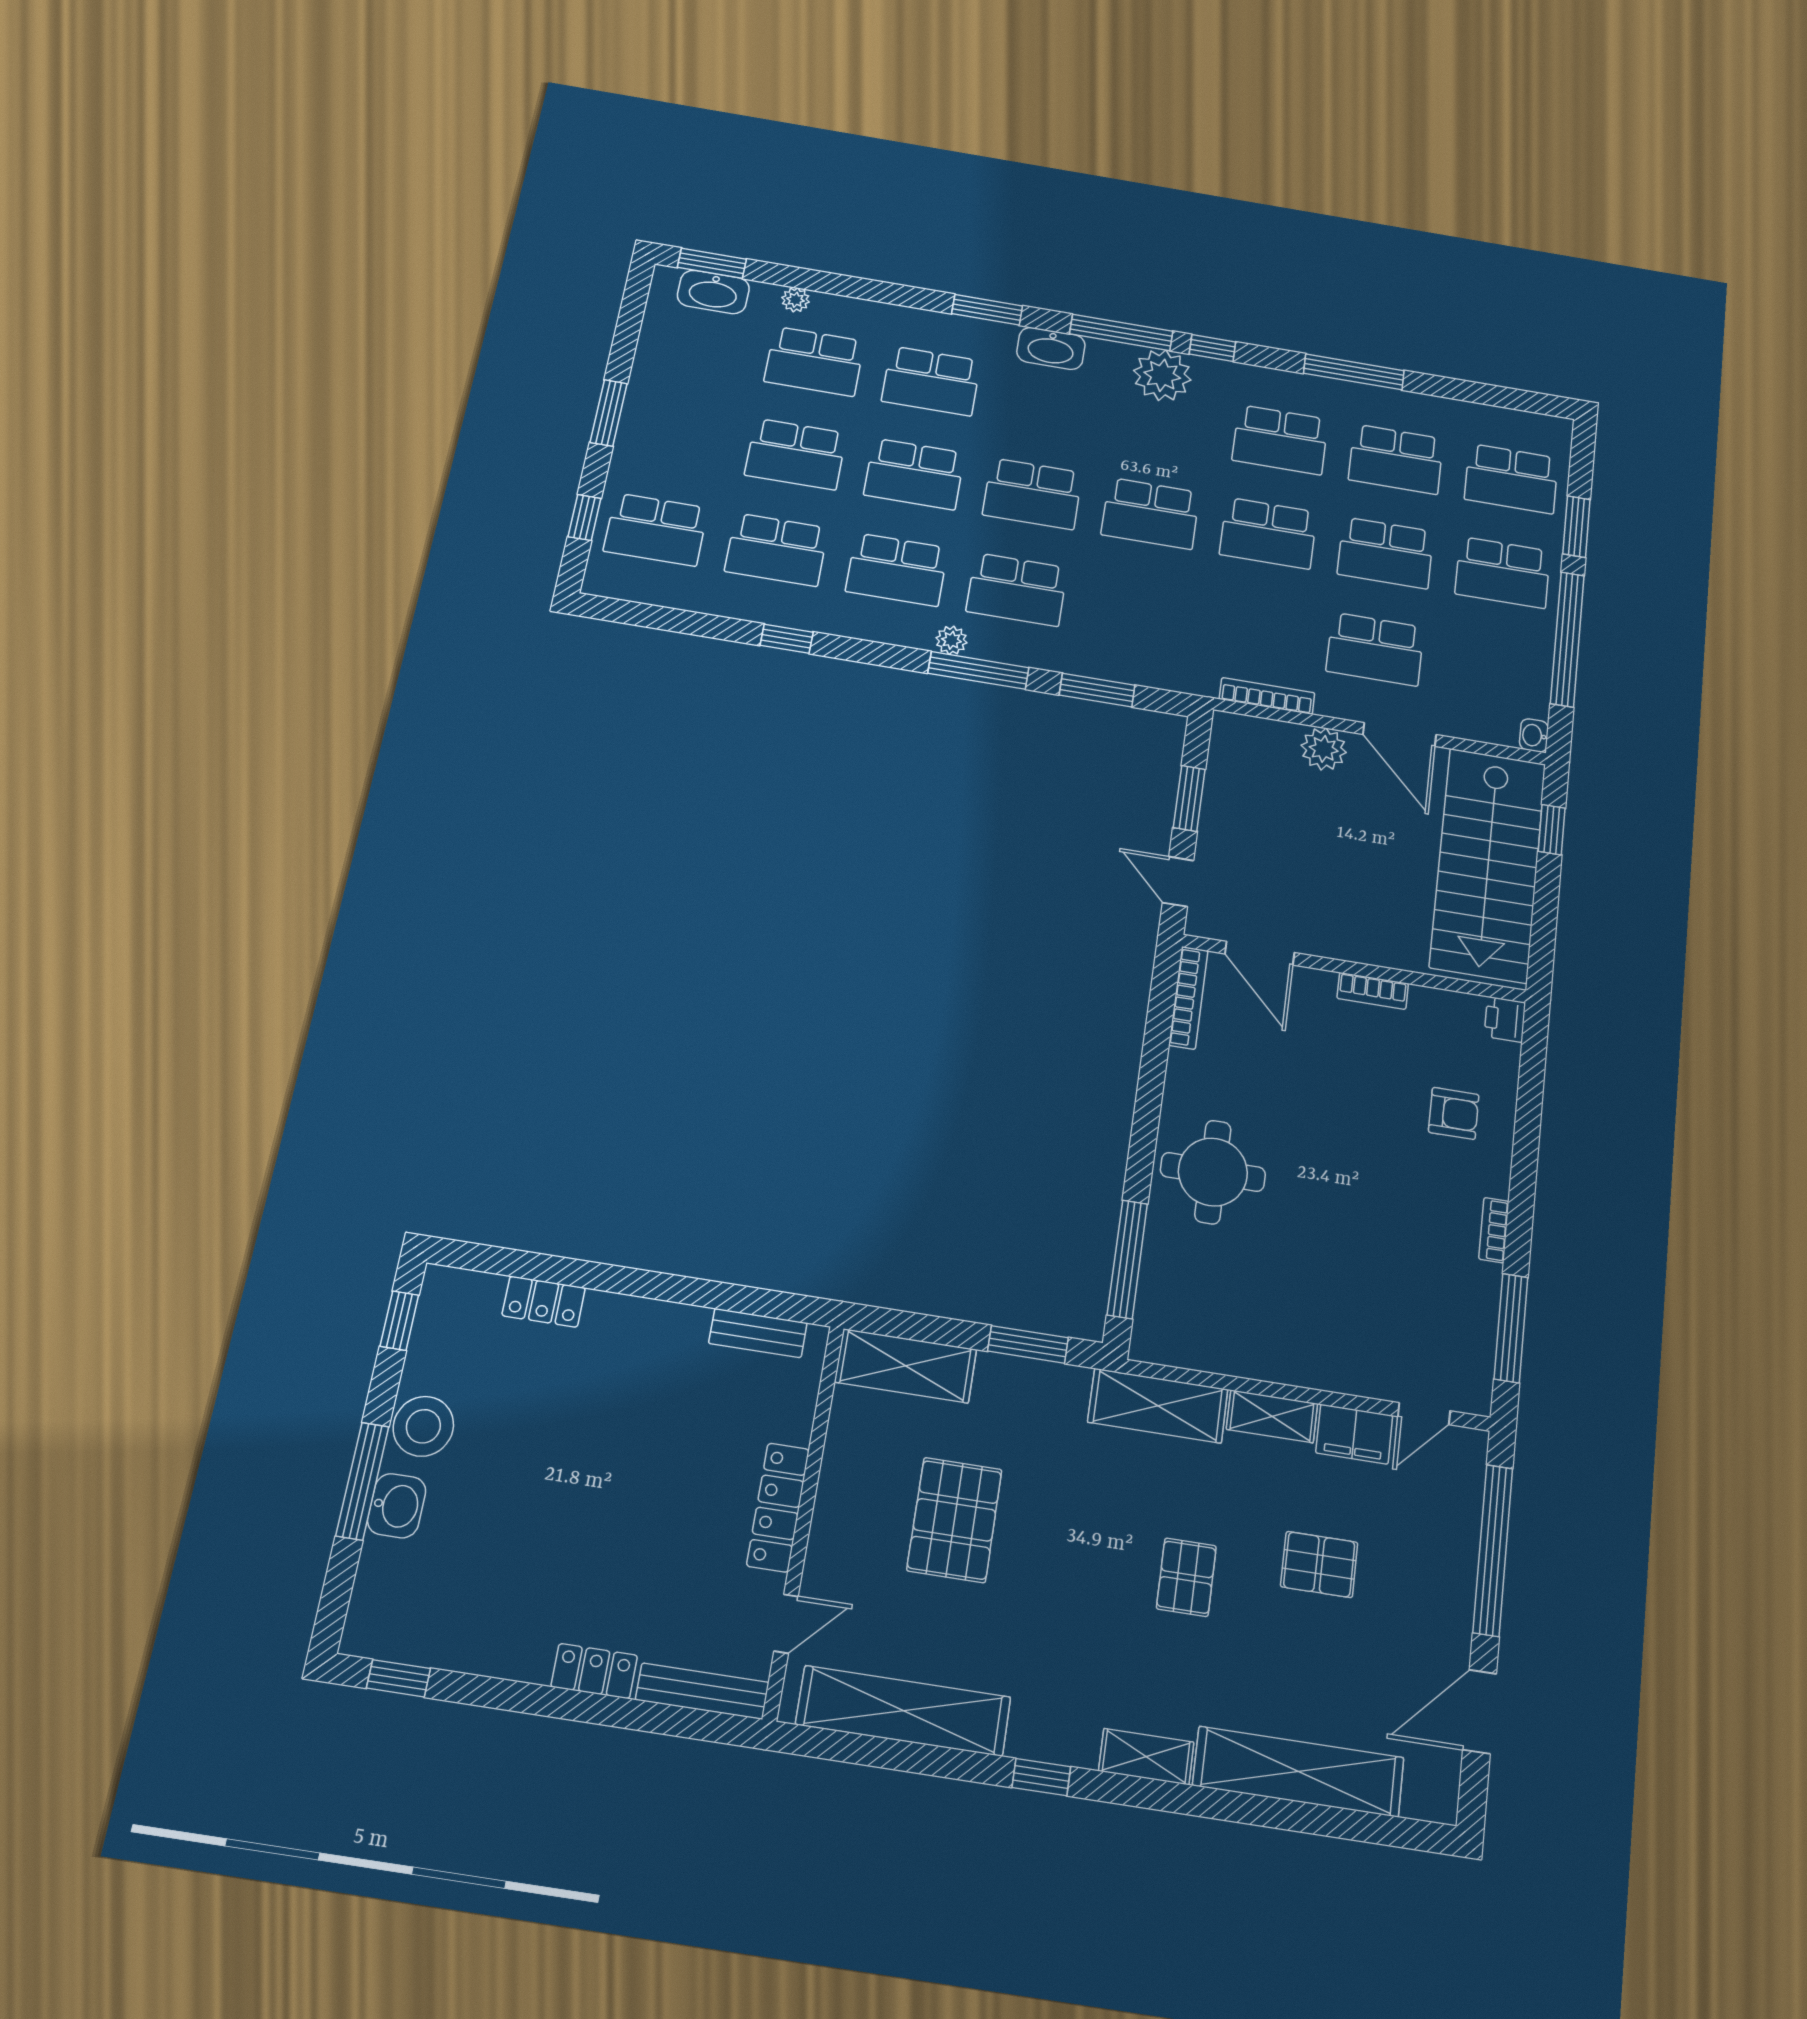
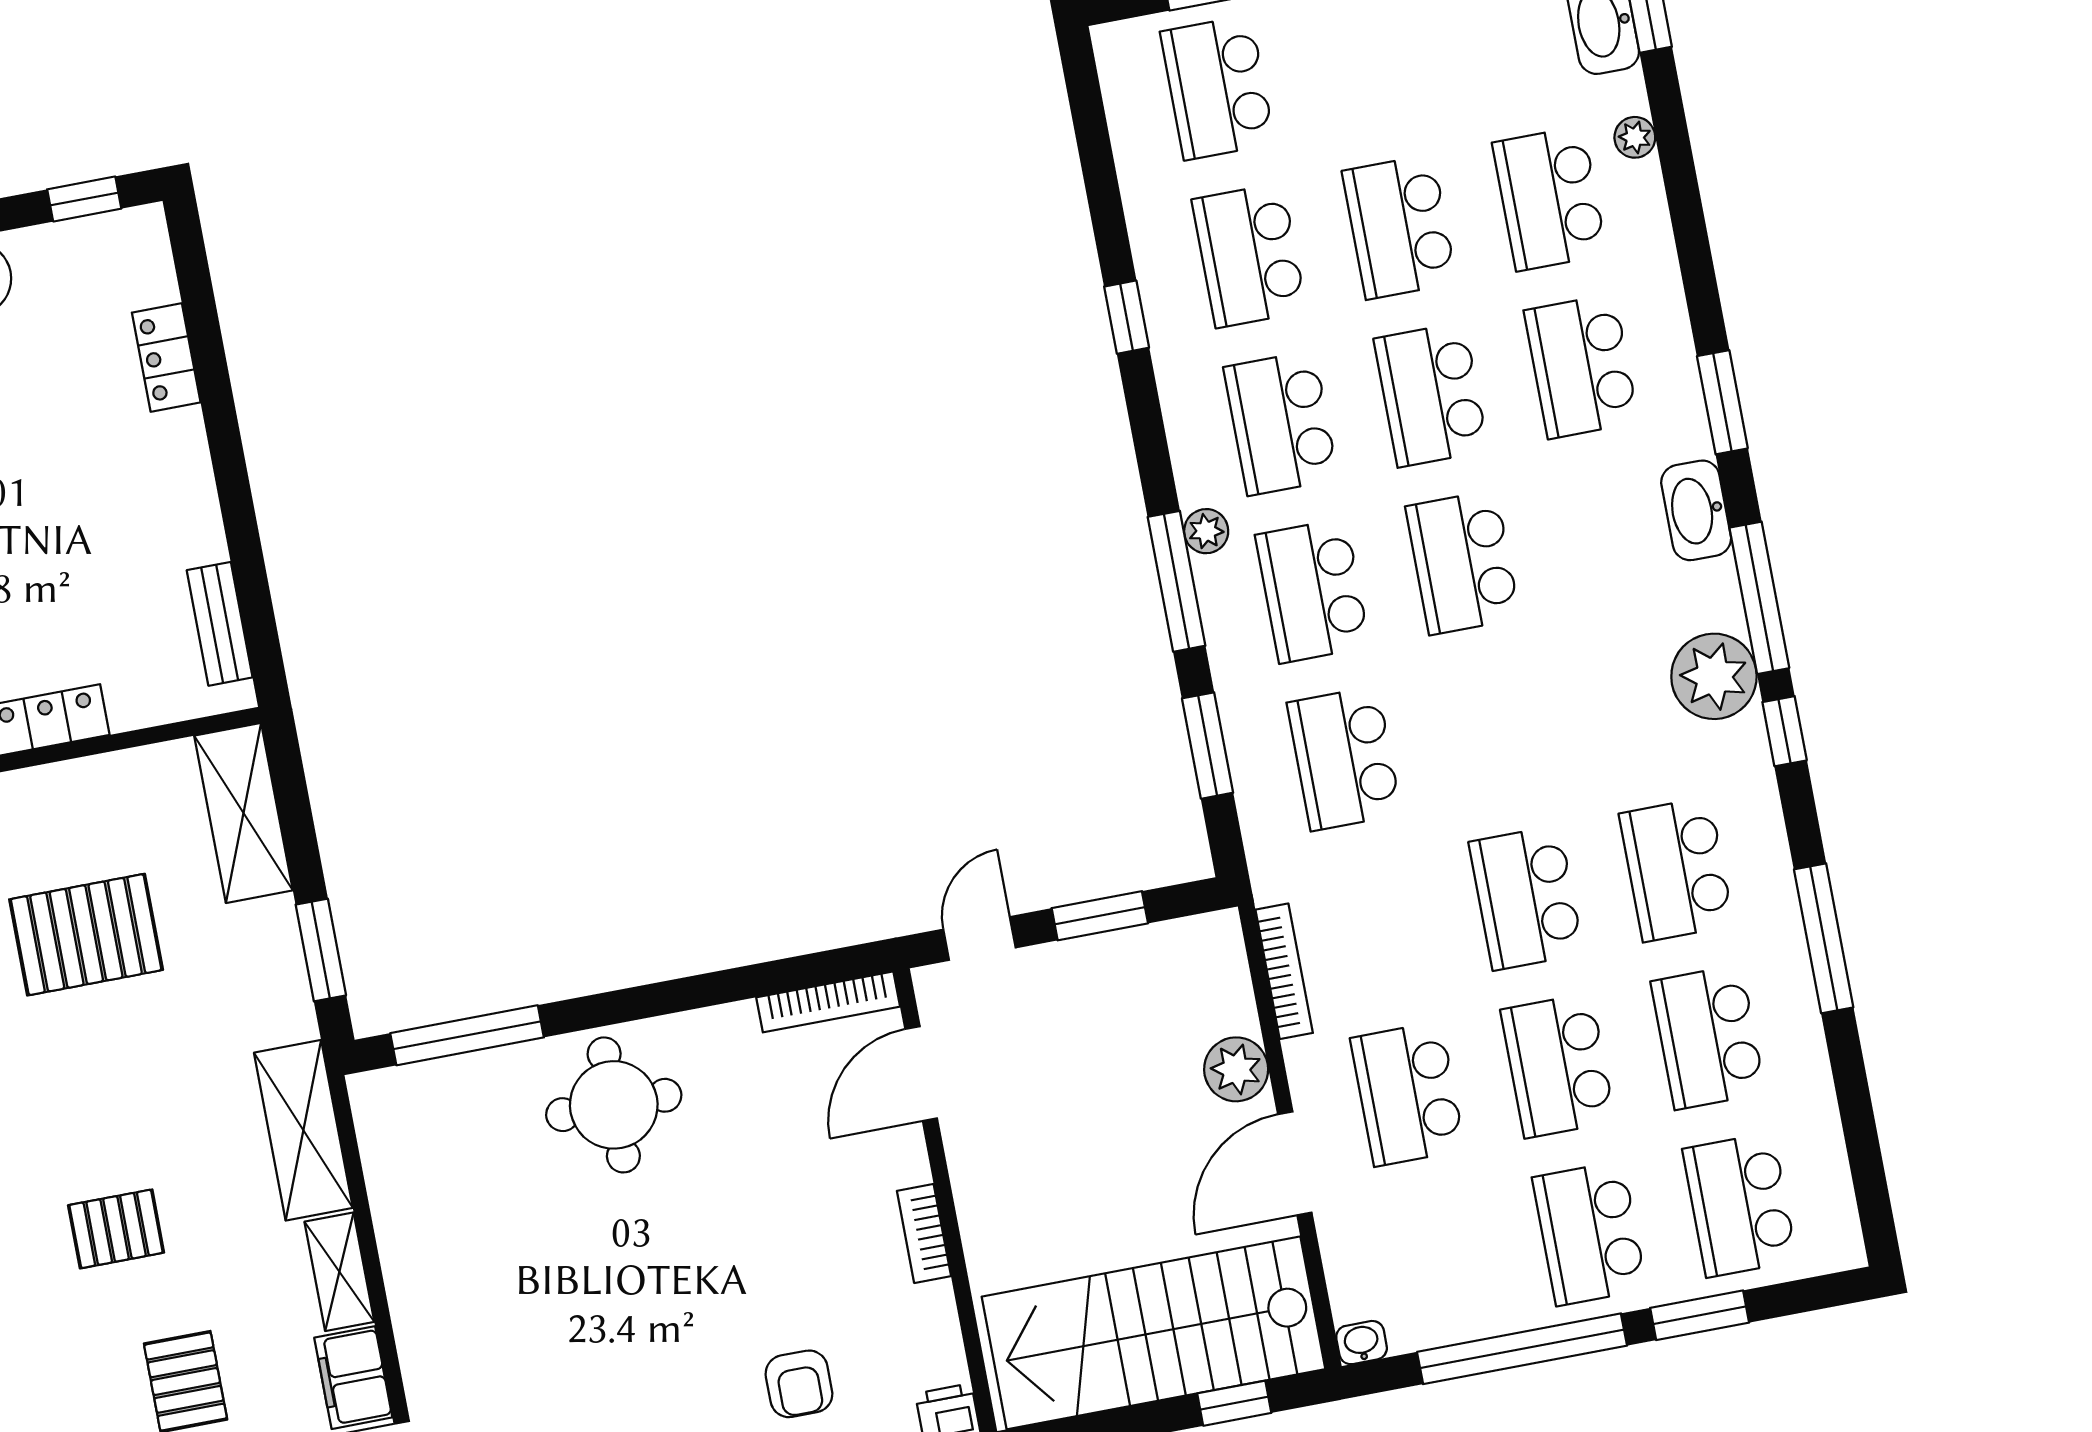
school desk: (1151, 513) -> (1344, 759), moved

